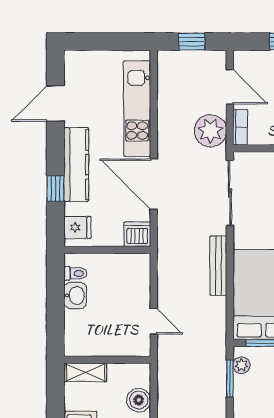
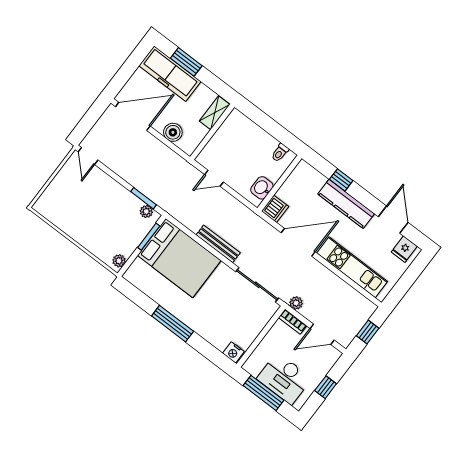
plant: (211, 131) -> (296, 303), width x0.53, depth x0.53
fridge: (77, 228) -> (404, 249), moved
washbasin: (75, 295) -> (262, 188), moved, turned 90

